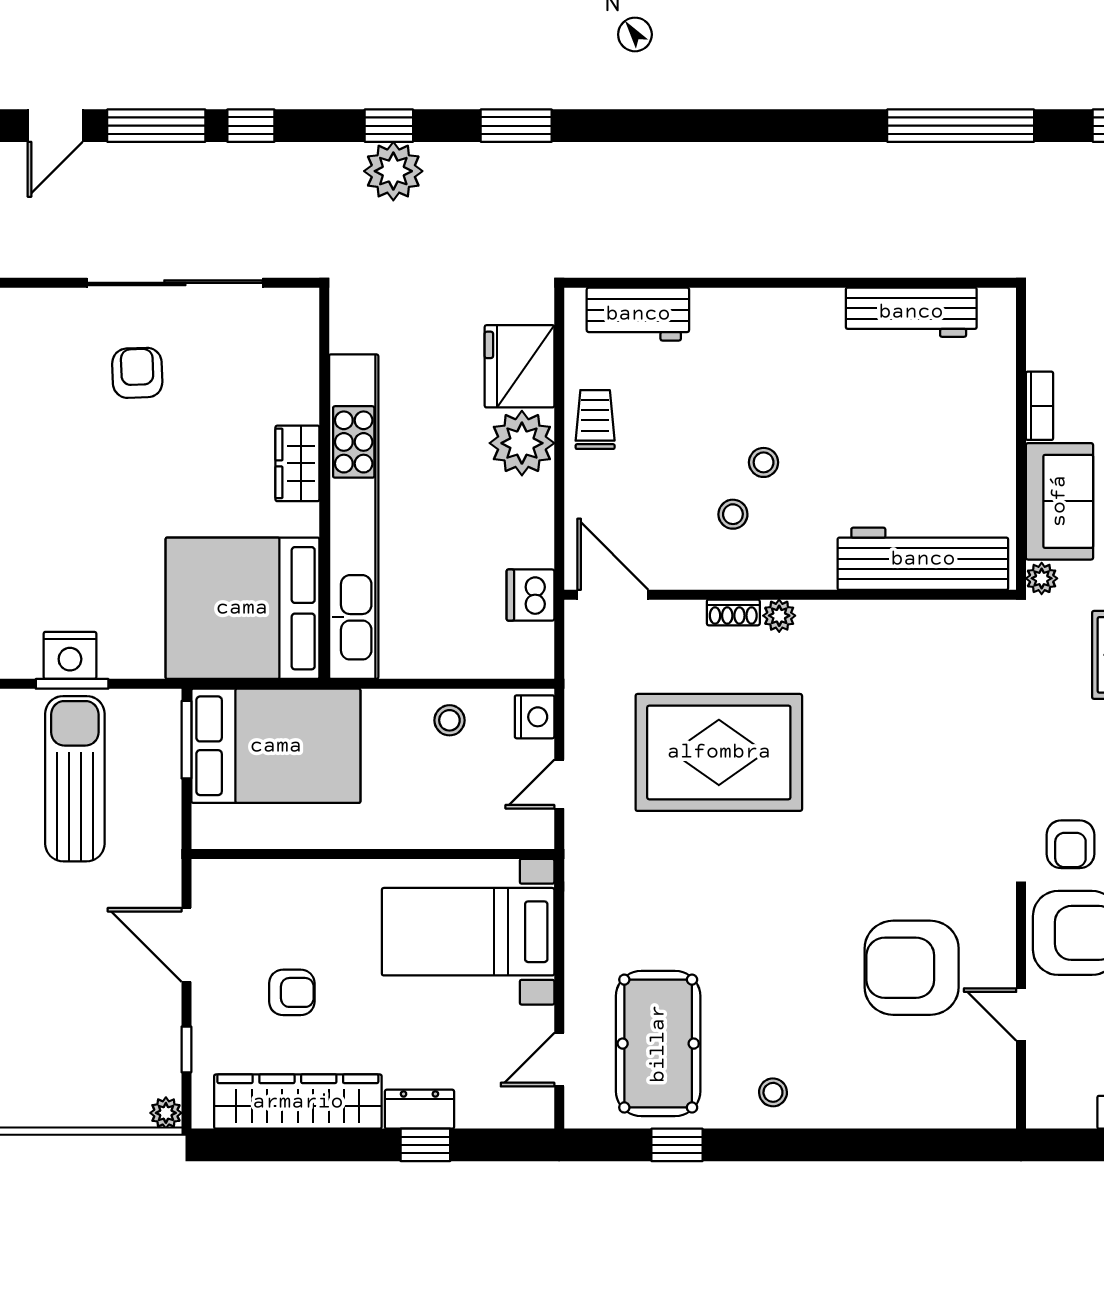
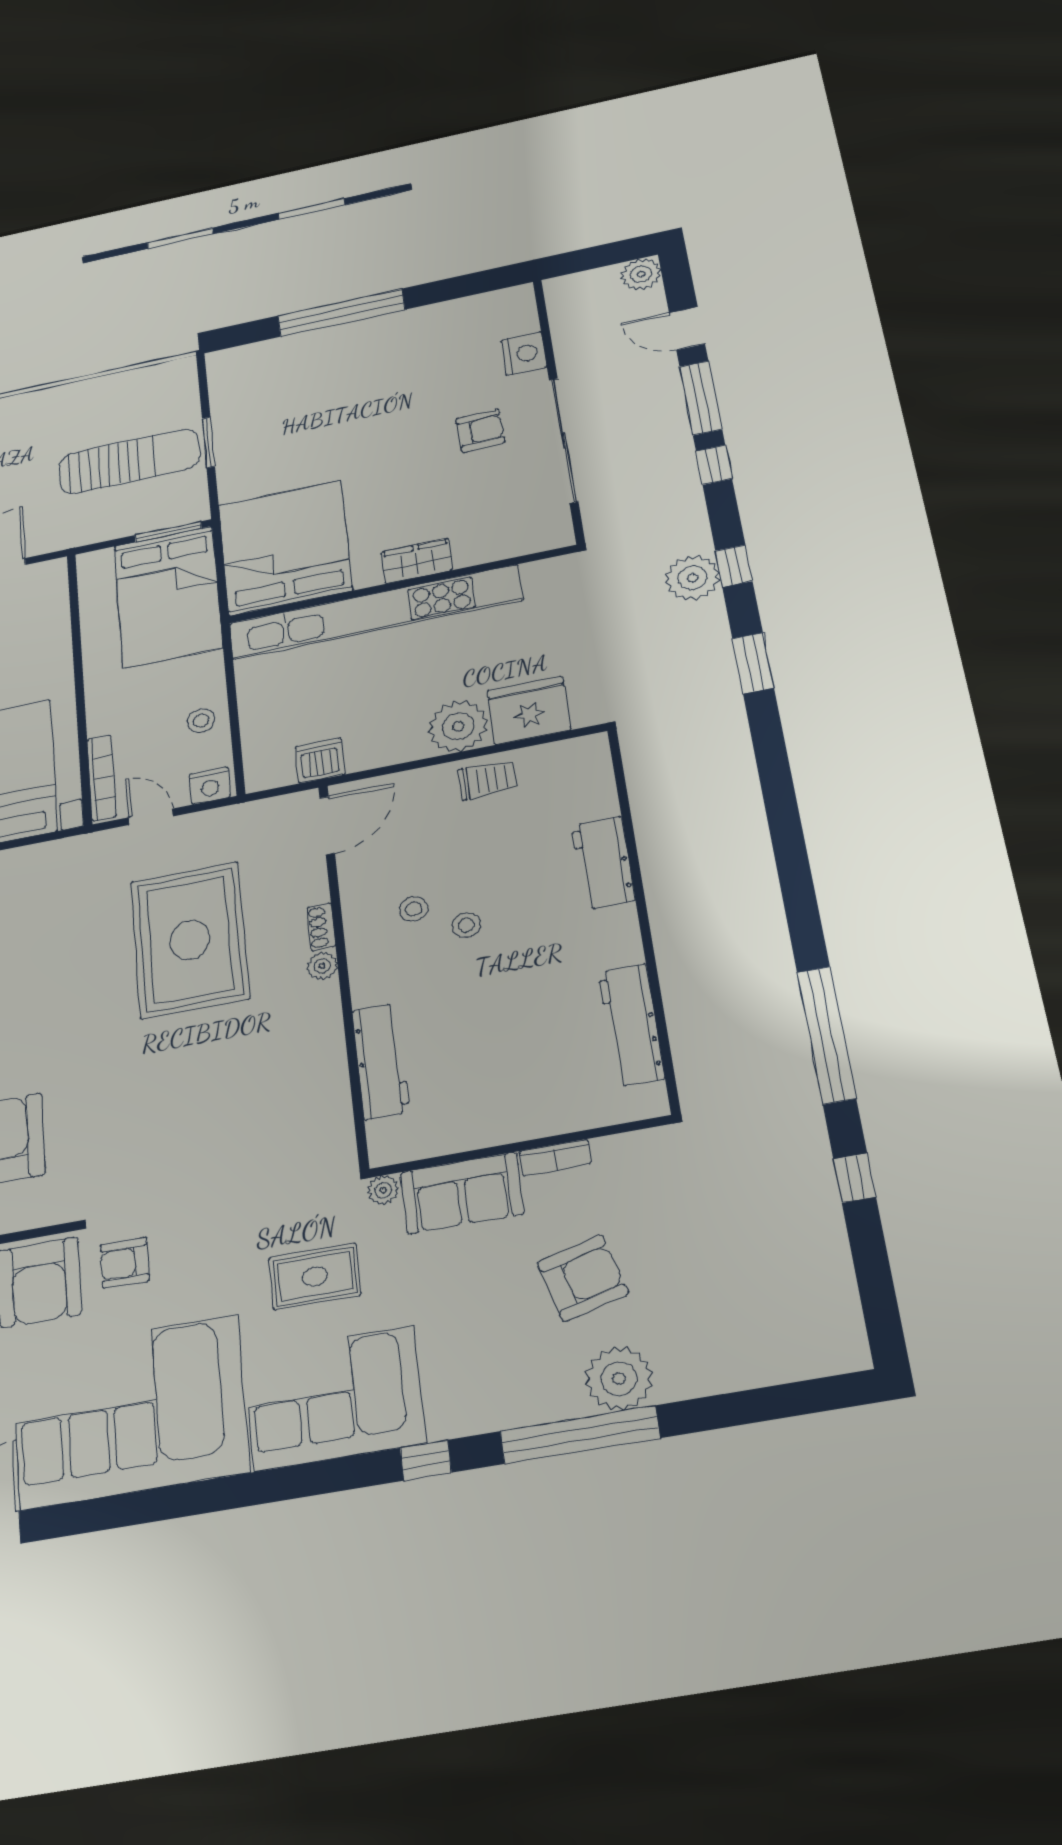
workbench: (638, 314) -> (603, 863), moved
workbench: (923, 559) -> (381, 1061), width x0.73, depth x0.76
nightstand: (70, 655) -> (524, 354), moved, turned 180
bookcase: (497, 836) -> (102, 778), added

